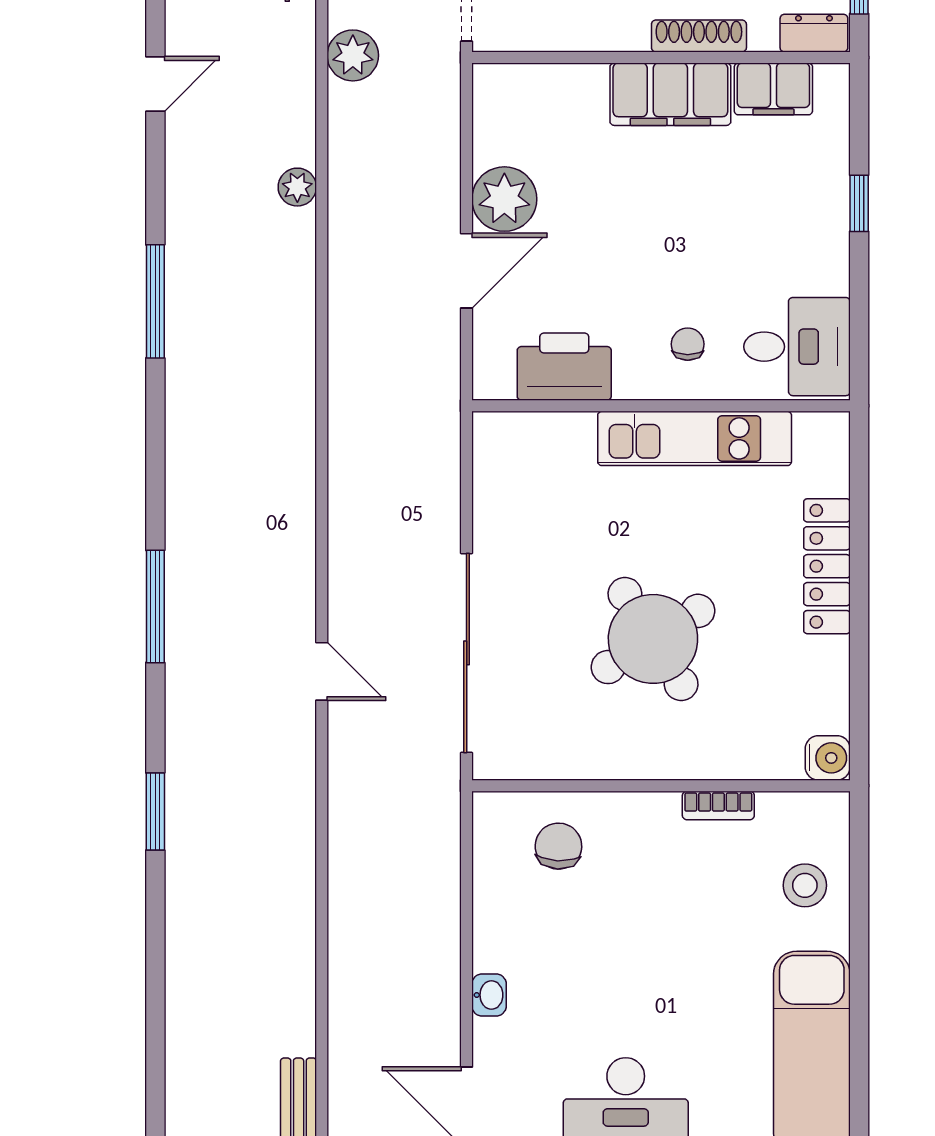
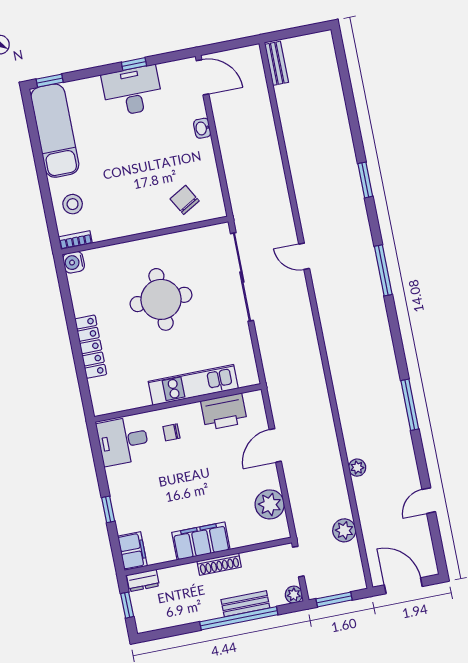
shoe rack: (699, 36) -> (219, 564), moved
filing cabinet: (773, 89) -> (132, 551), moved, turned 90
plant: (504, 199) -> (270, 504), moved
chair: (688, 344) -> (171, 432), turned 90
kitchen unit: (695, 438) -> (193, 385), moved
round table: (653, 639) -> (161, 299), turned 32
bookcase: (718, 805) -> (75, 240), moved
chair: (558, 846) -> (185, 200), turned 147

